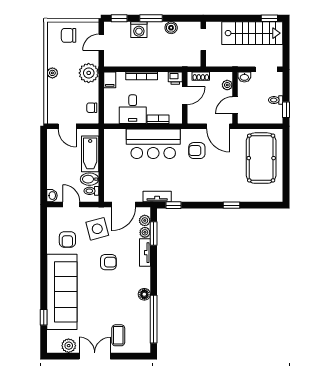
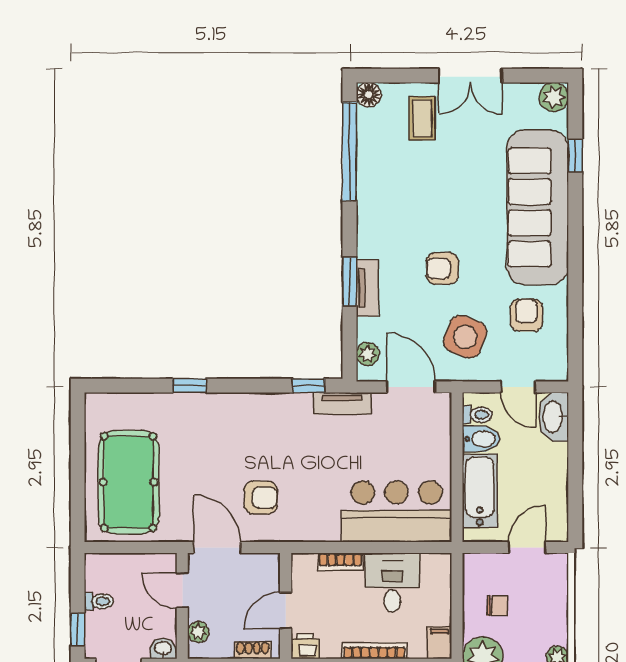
door: (235, 105) -> (182, 591), swing flipped
chair: (92, 108) -> (497, 605), moved
window: (286, 110) -> (78, 629), moved
door: (67, 126) -> (527, 547), hinge flipped
bar counter: (153, 144) -> (396, 511), moved
washbasin: (52, 196) -> (554, 417), width x1.91, depth x1.45
door: (124, 204) -> (411, 387), hinge flipped
side table: (97, 229) -> (465, 337), turned 36
plant: (145, 232) -> (367, 330), removed
window: (154, 234) -> (350, 281), moved
floor lamp: (144, 294) -> (369, 95), moved
plant: (69, 346) -> (554, 97), moved

